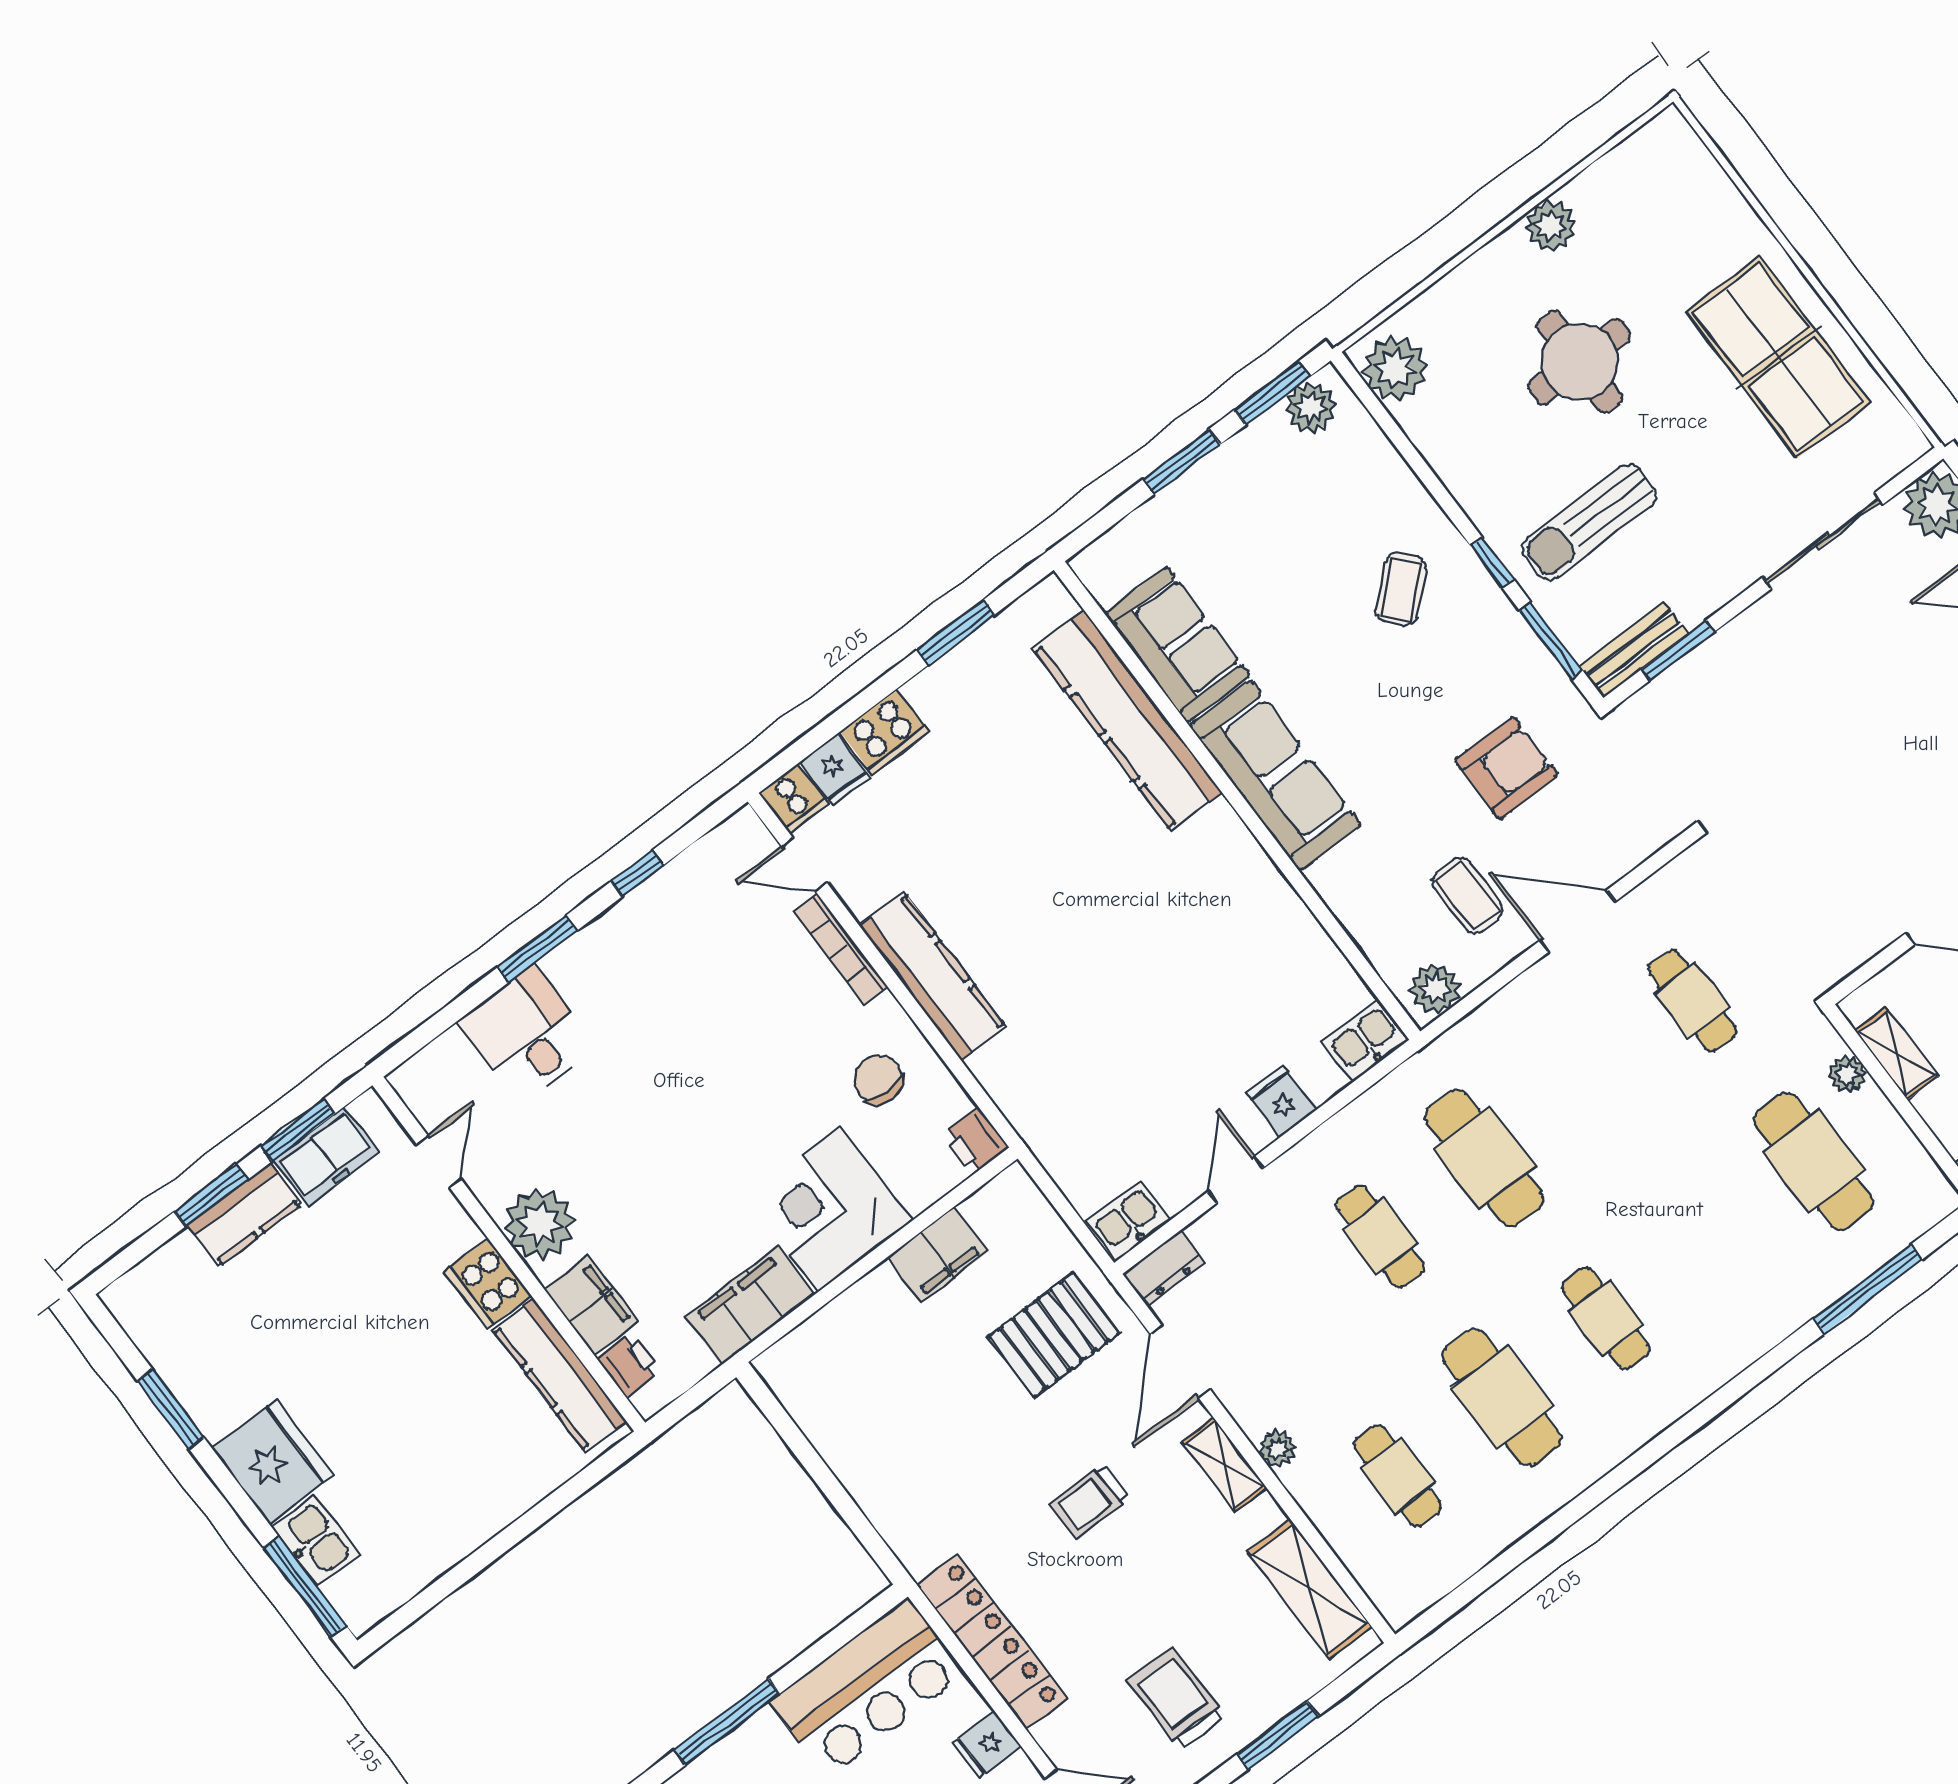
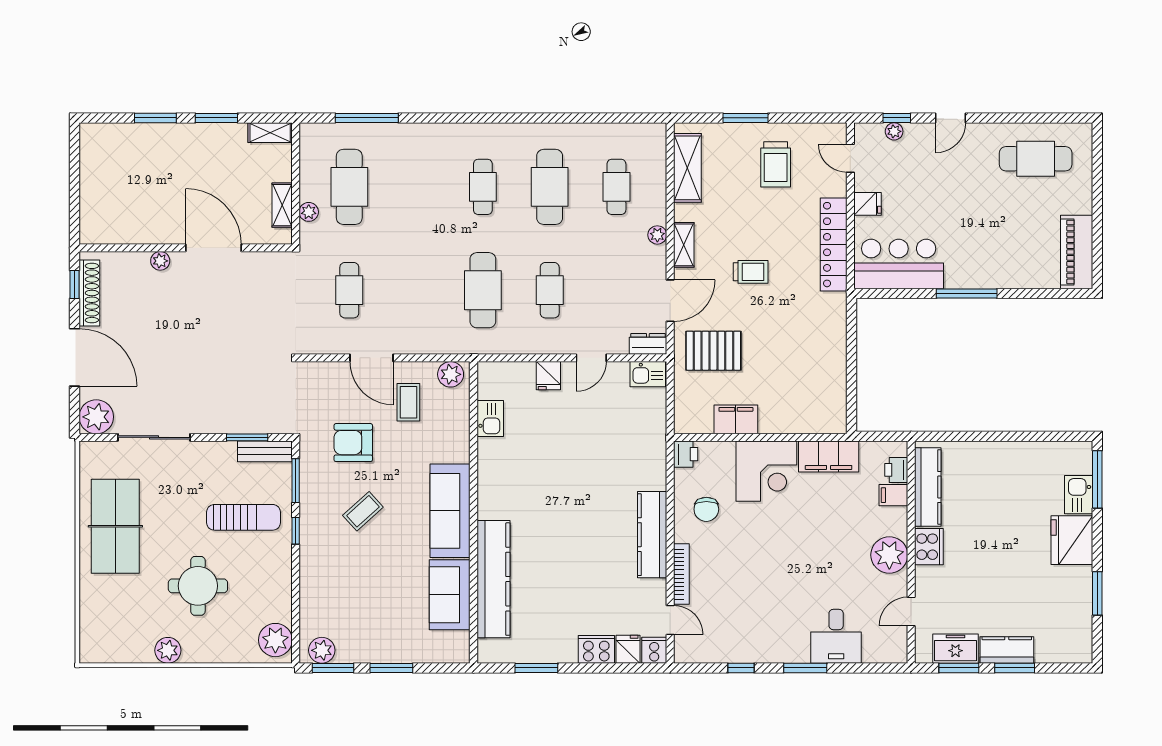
coffee table: (1401, 589) -> (363, 511), moved
kitchen sink: (1365, 1041) -> (490, 419), moved, turned -90
filing cabinet: (591, 1305) -> (893, 495), width x0.50

